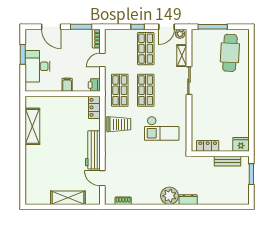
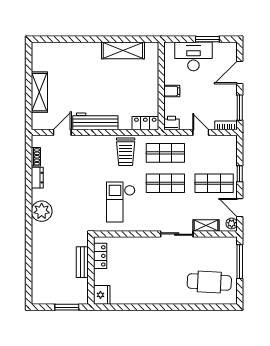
bench: (227, 161) -> (82, 262), moved
dresser: (188, 200) -> (37, 178), moved

